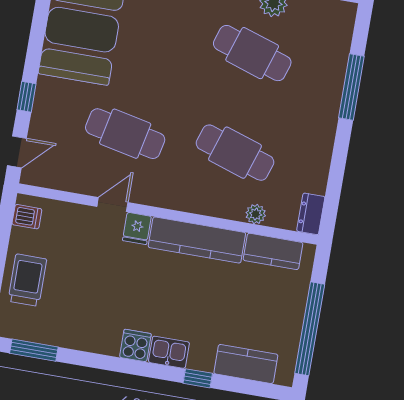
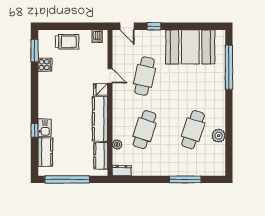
cooker: (135, 346) -> (45, 65), moved
kitchen sink: (169, 352) -> (45, 128), moved

